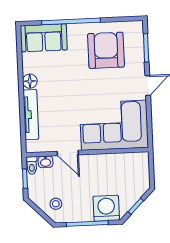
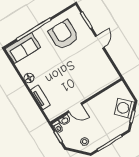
tv unit: (31, 115) -> (41, 97), width x0.71
corner sofa: (114, 125) -> (93, 76), removed
washing machine: (106, 208) -> (124, 108), moved, turned -45

